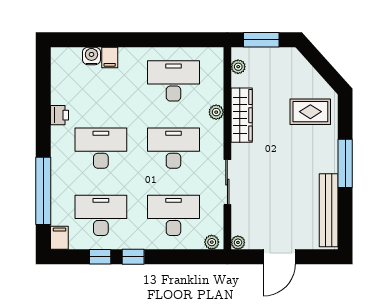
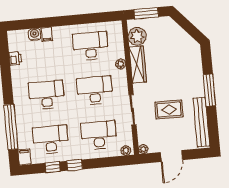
plant: (238, 67) -> (137, 36), width x1.88, depth x1.88
rug: (310, 112) -> (169, 110), moved
printer: (59, 115) -> (15, 59), moved

